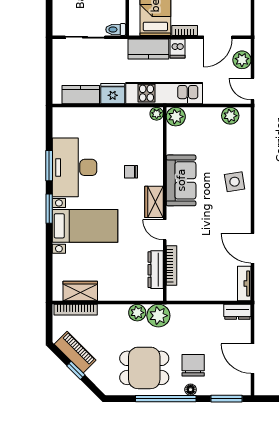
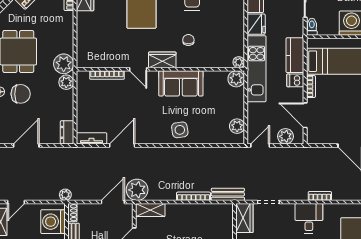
door: (165, 230) -> (138, 69), swing flipped
dresser: (156, 270) -> (103, 61), removed
plant: (137, 313) -> (66, 82), moved

